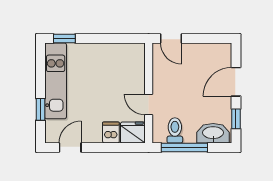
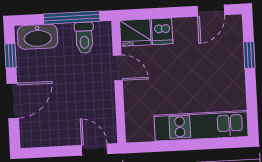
window: (64, 39) -> (225, 143), removed
kitchen unit: (56, 81) -> (201, 126), moved, turned 90

